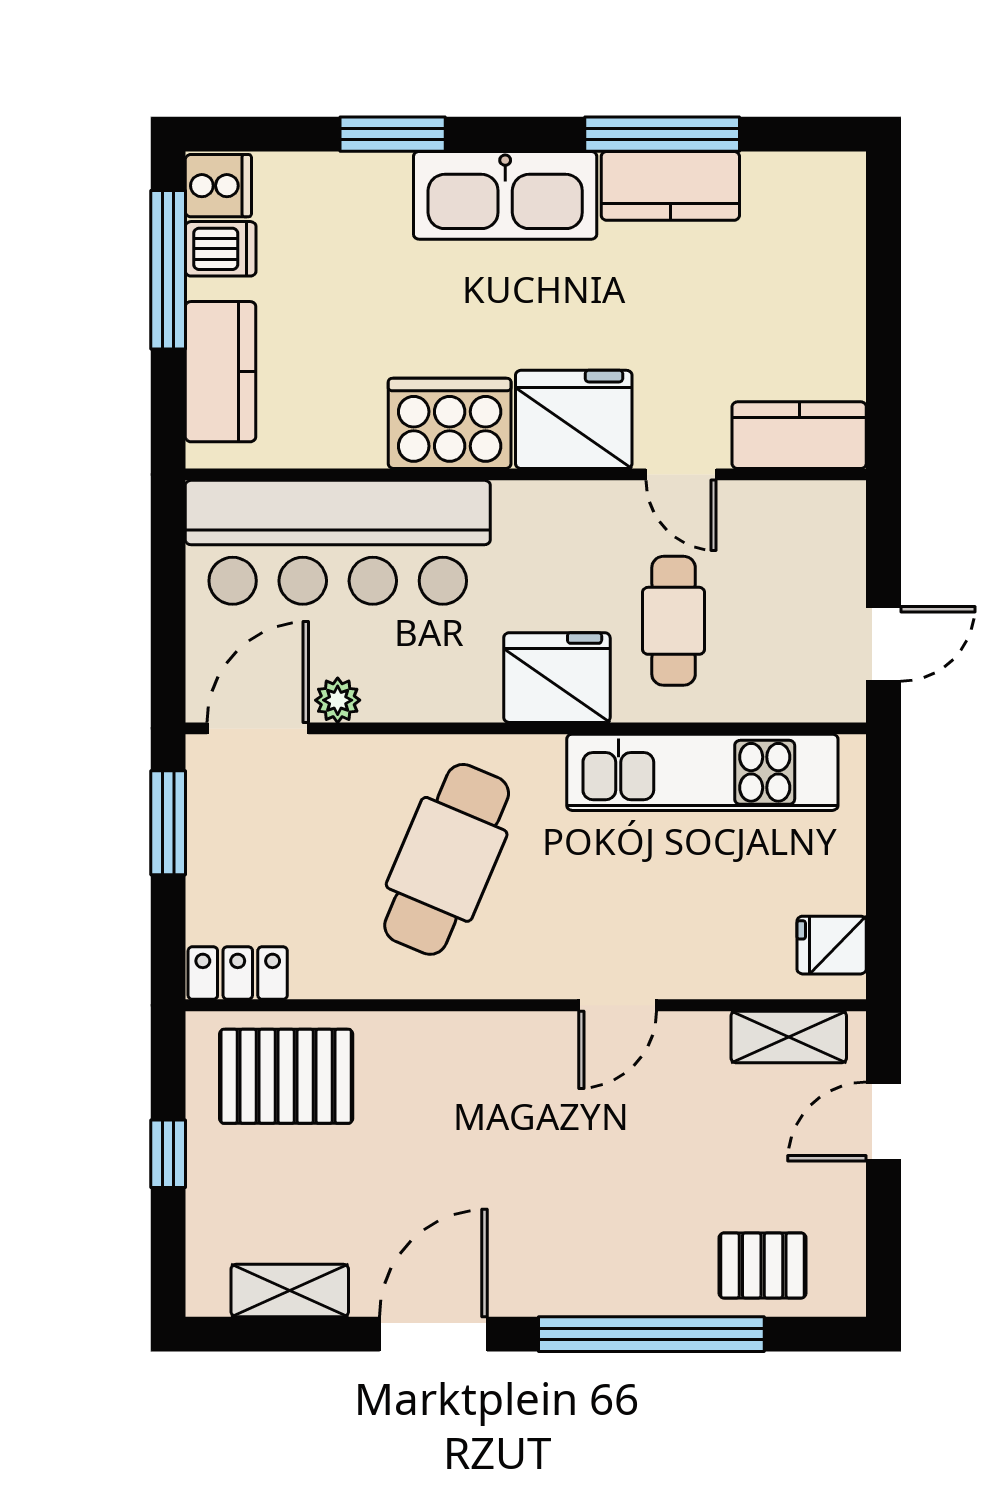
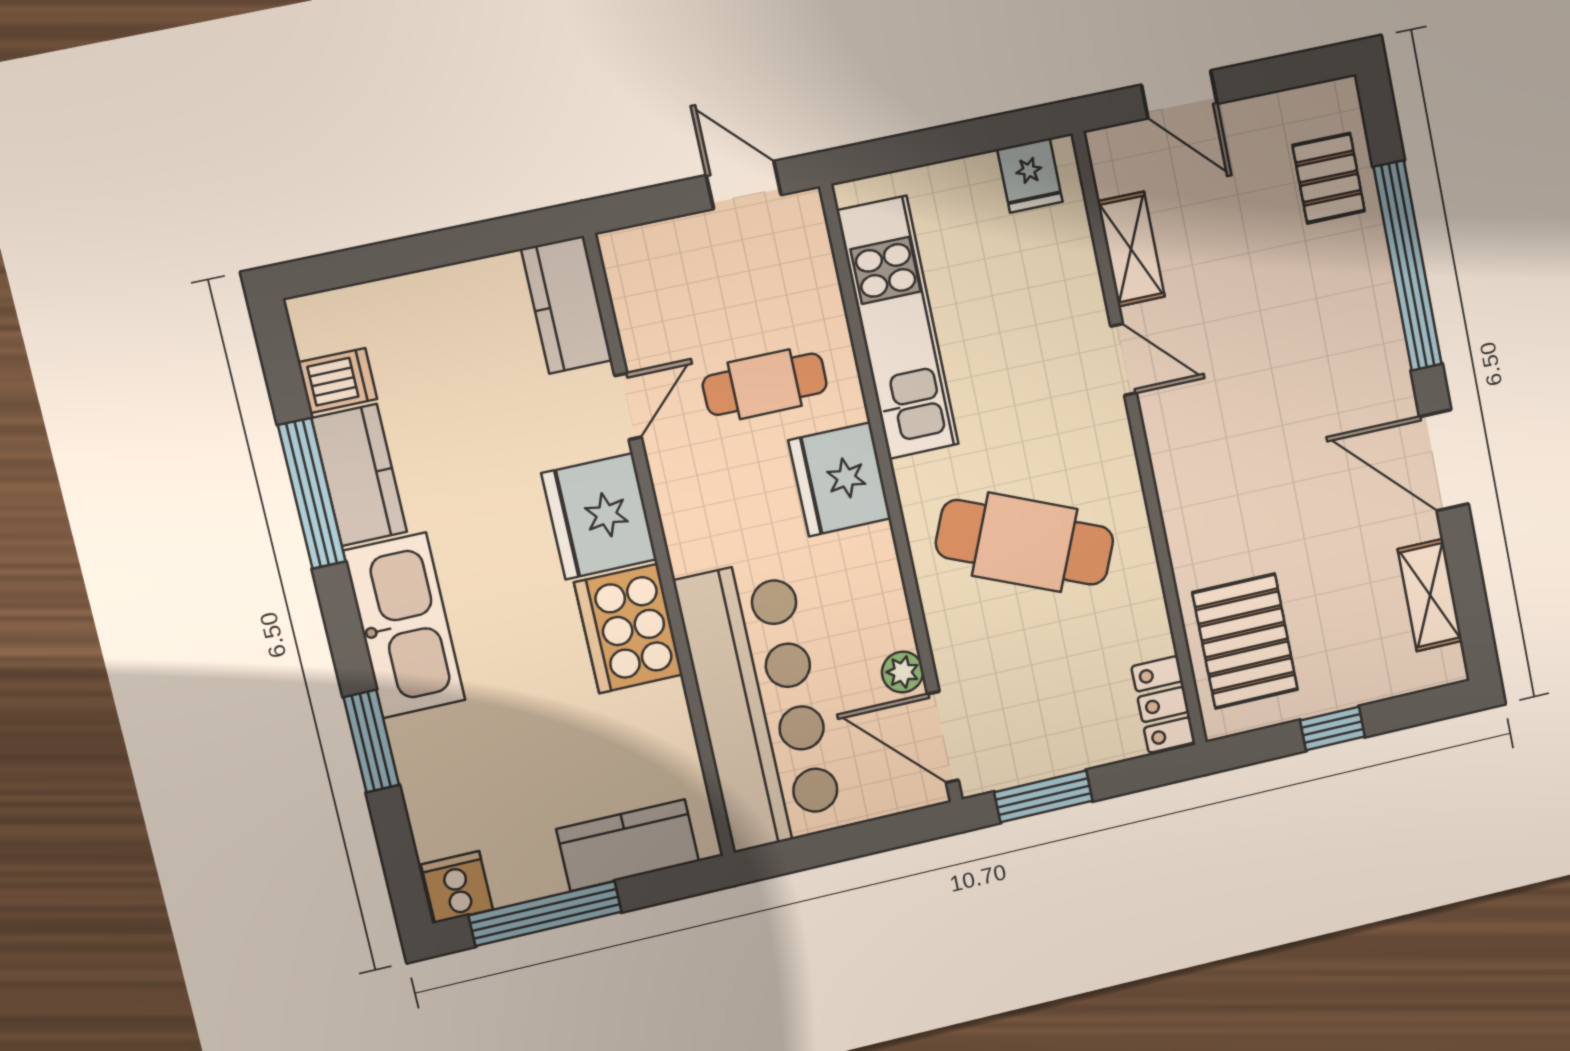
dishwasher: (221, 249) -> (338, 381), moved, turned 90
shelving: (789, 1037) -> (1131, 249), moved

